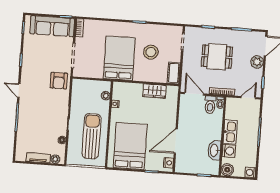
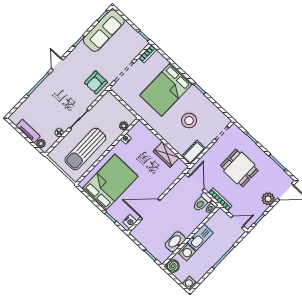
sofa: (52, 26) -> (104, 31), moved, turned -90
bed: (119, 58) -> (166, 90), moved, turned 180
sun lounger: (91, 136) -> (85, 149), turned 180

